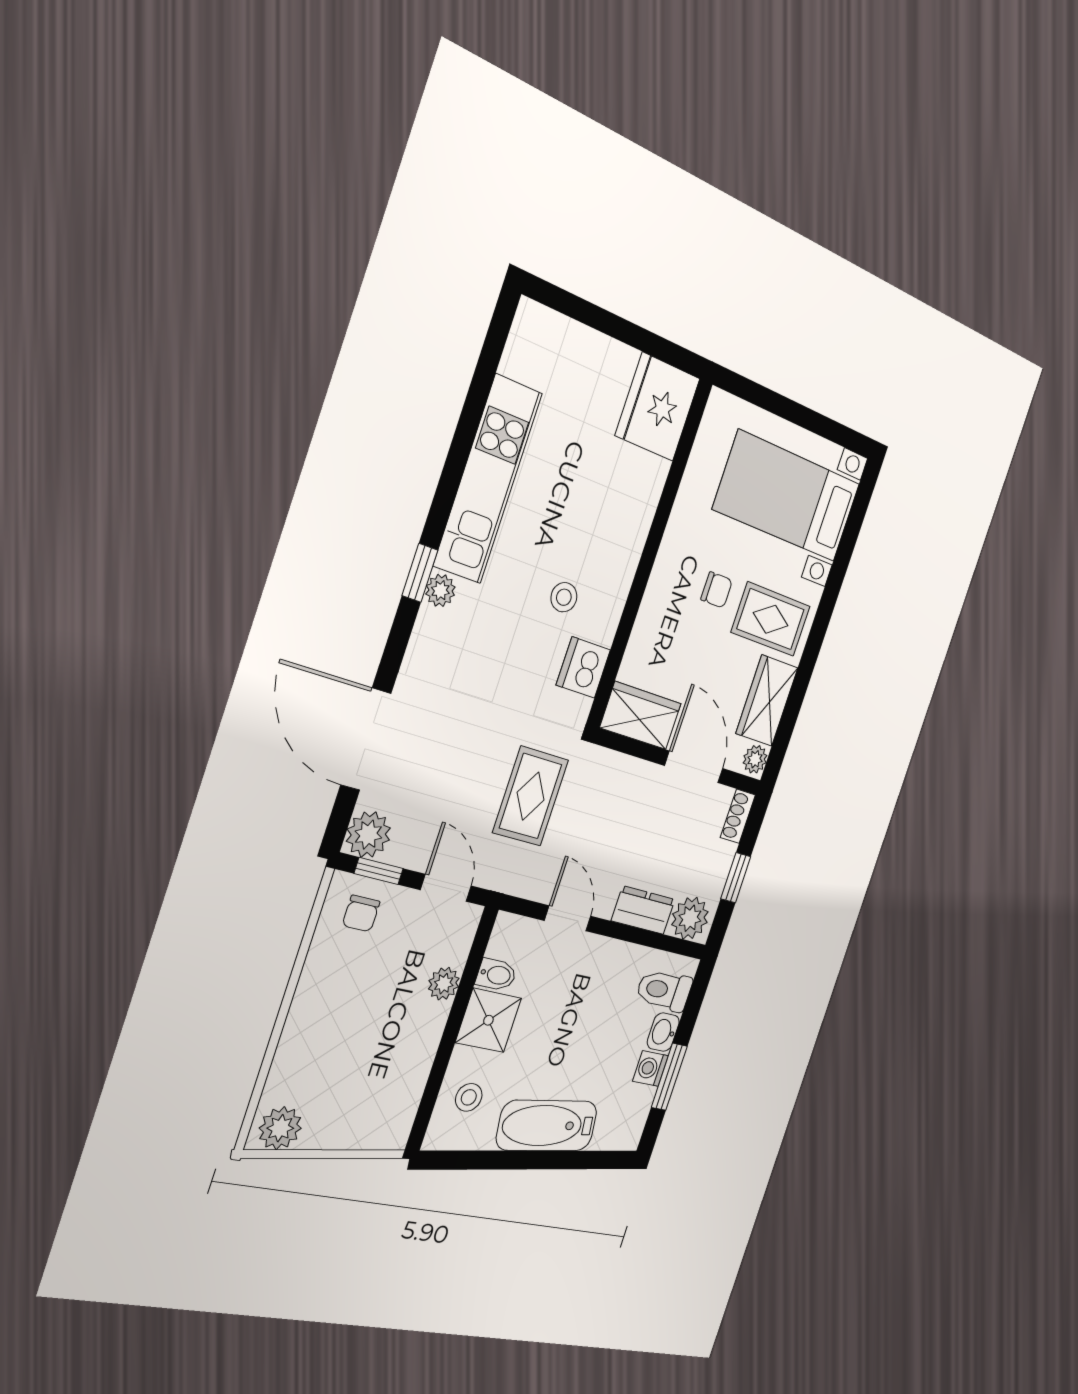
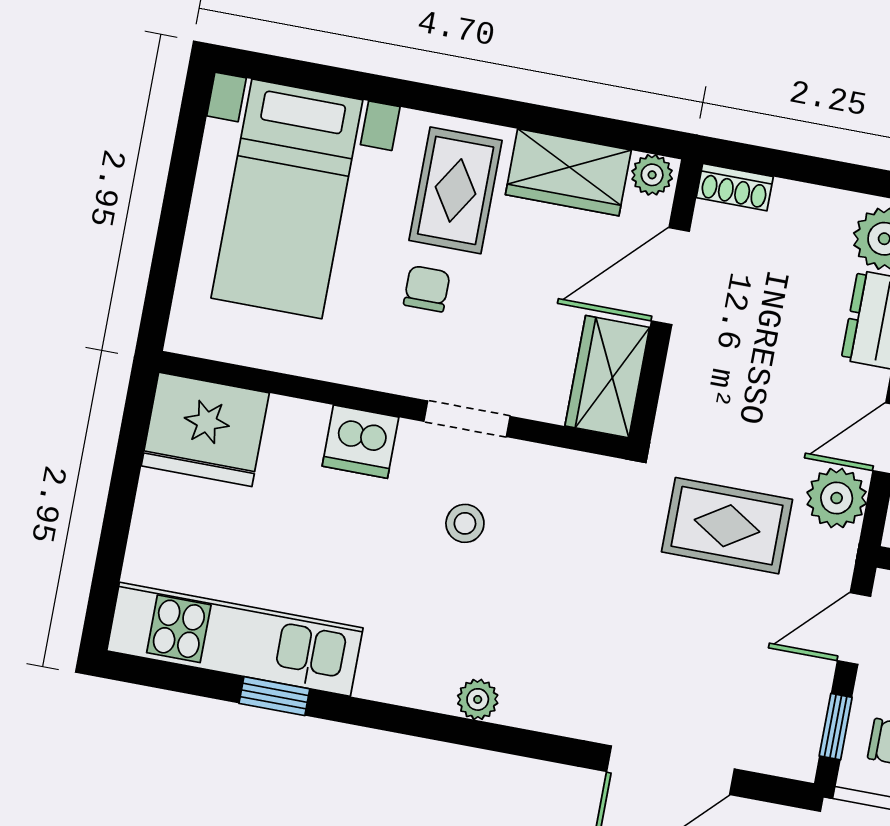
kitchen unit: (488, 479) -> (235, 639), moved
window: (420, 573) -> (274, 696), moved
doorway: (631, 608) -> (467, 419), added
dishwasher: (583, 667) -> (360, 442), moved
plant: (368, 835) -> (837, 498), moved
window: (736, 878) -> (823, 172), removed

